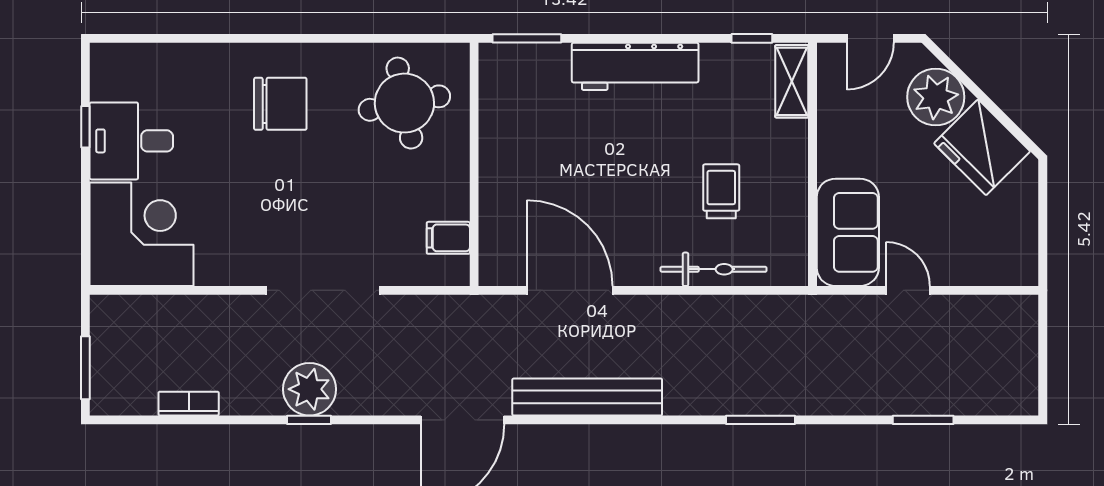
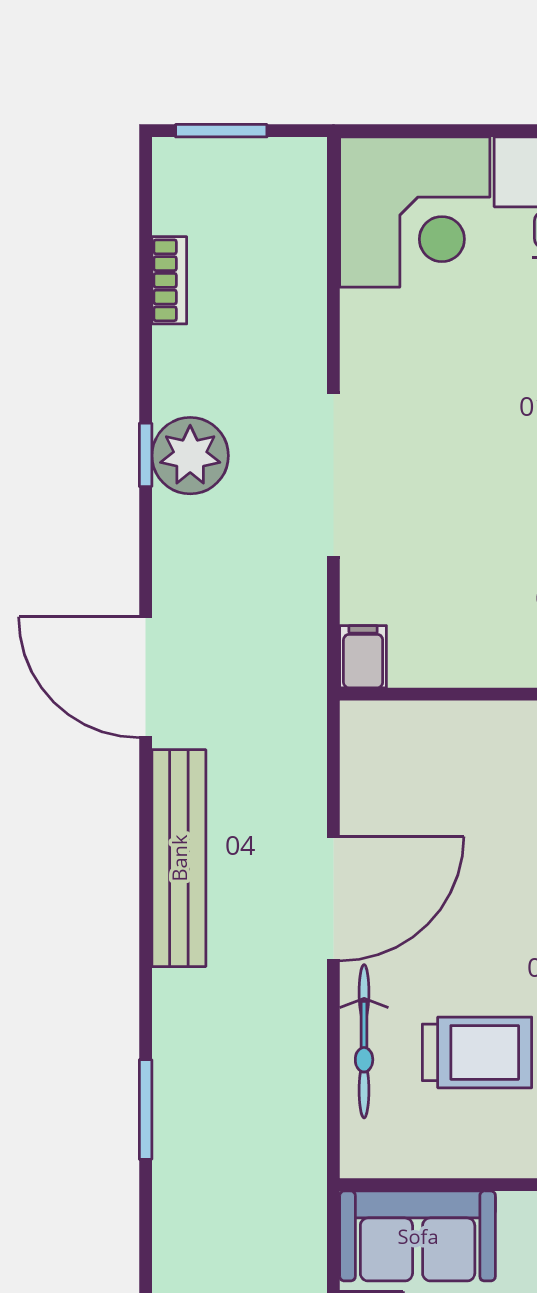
trolley: (721, 191) -> (477, 1052), width x1.36, depth x1.39
filing cabinet: (448, 238) -> (363, 657), moved
door: (570, 290) -> (333, 899), moved

